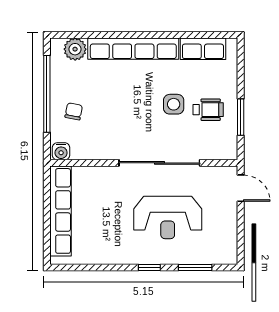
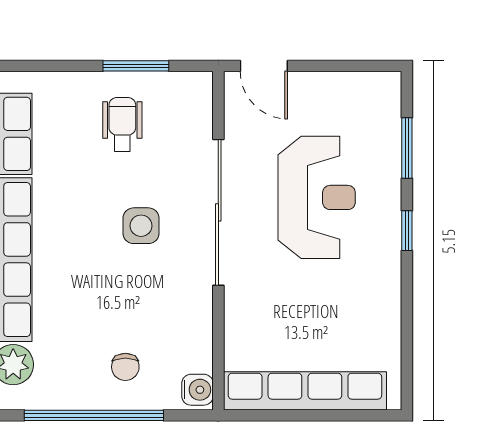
side table: (174, 104) -> (141, 226), moved
chair: (74, 111) -> (125, 367), turned -101
door: (241, 188) -> (264, 66), swing flipped

